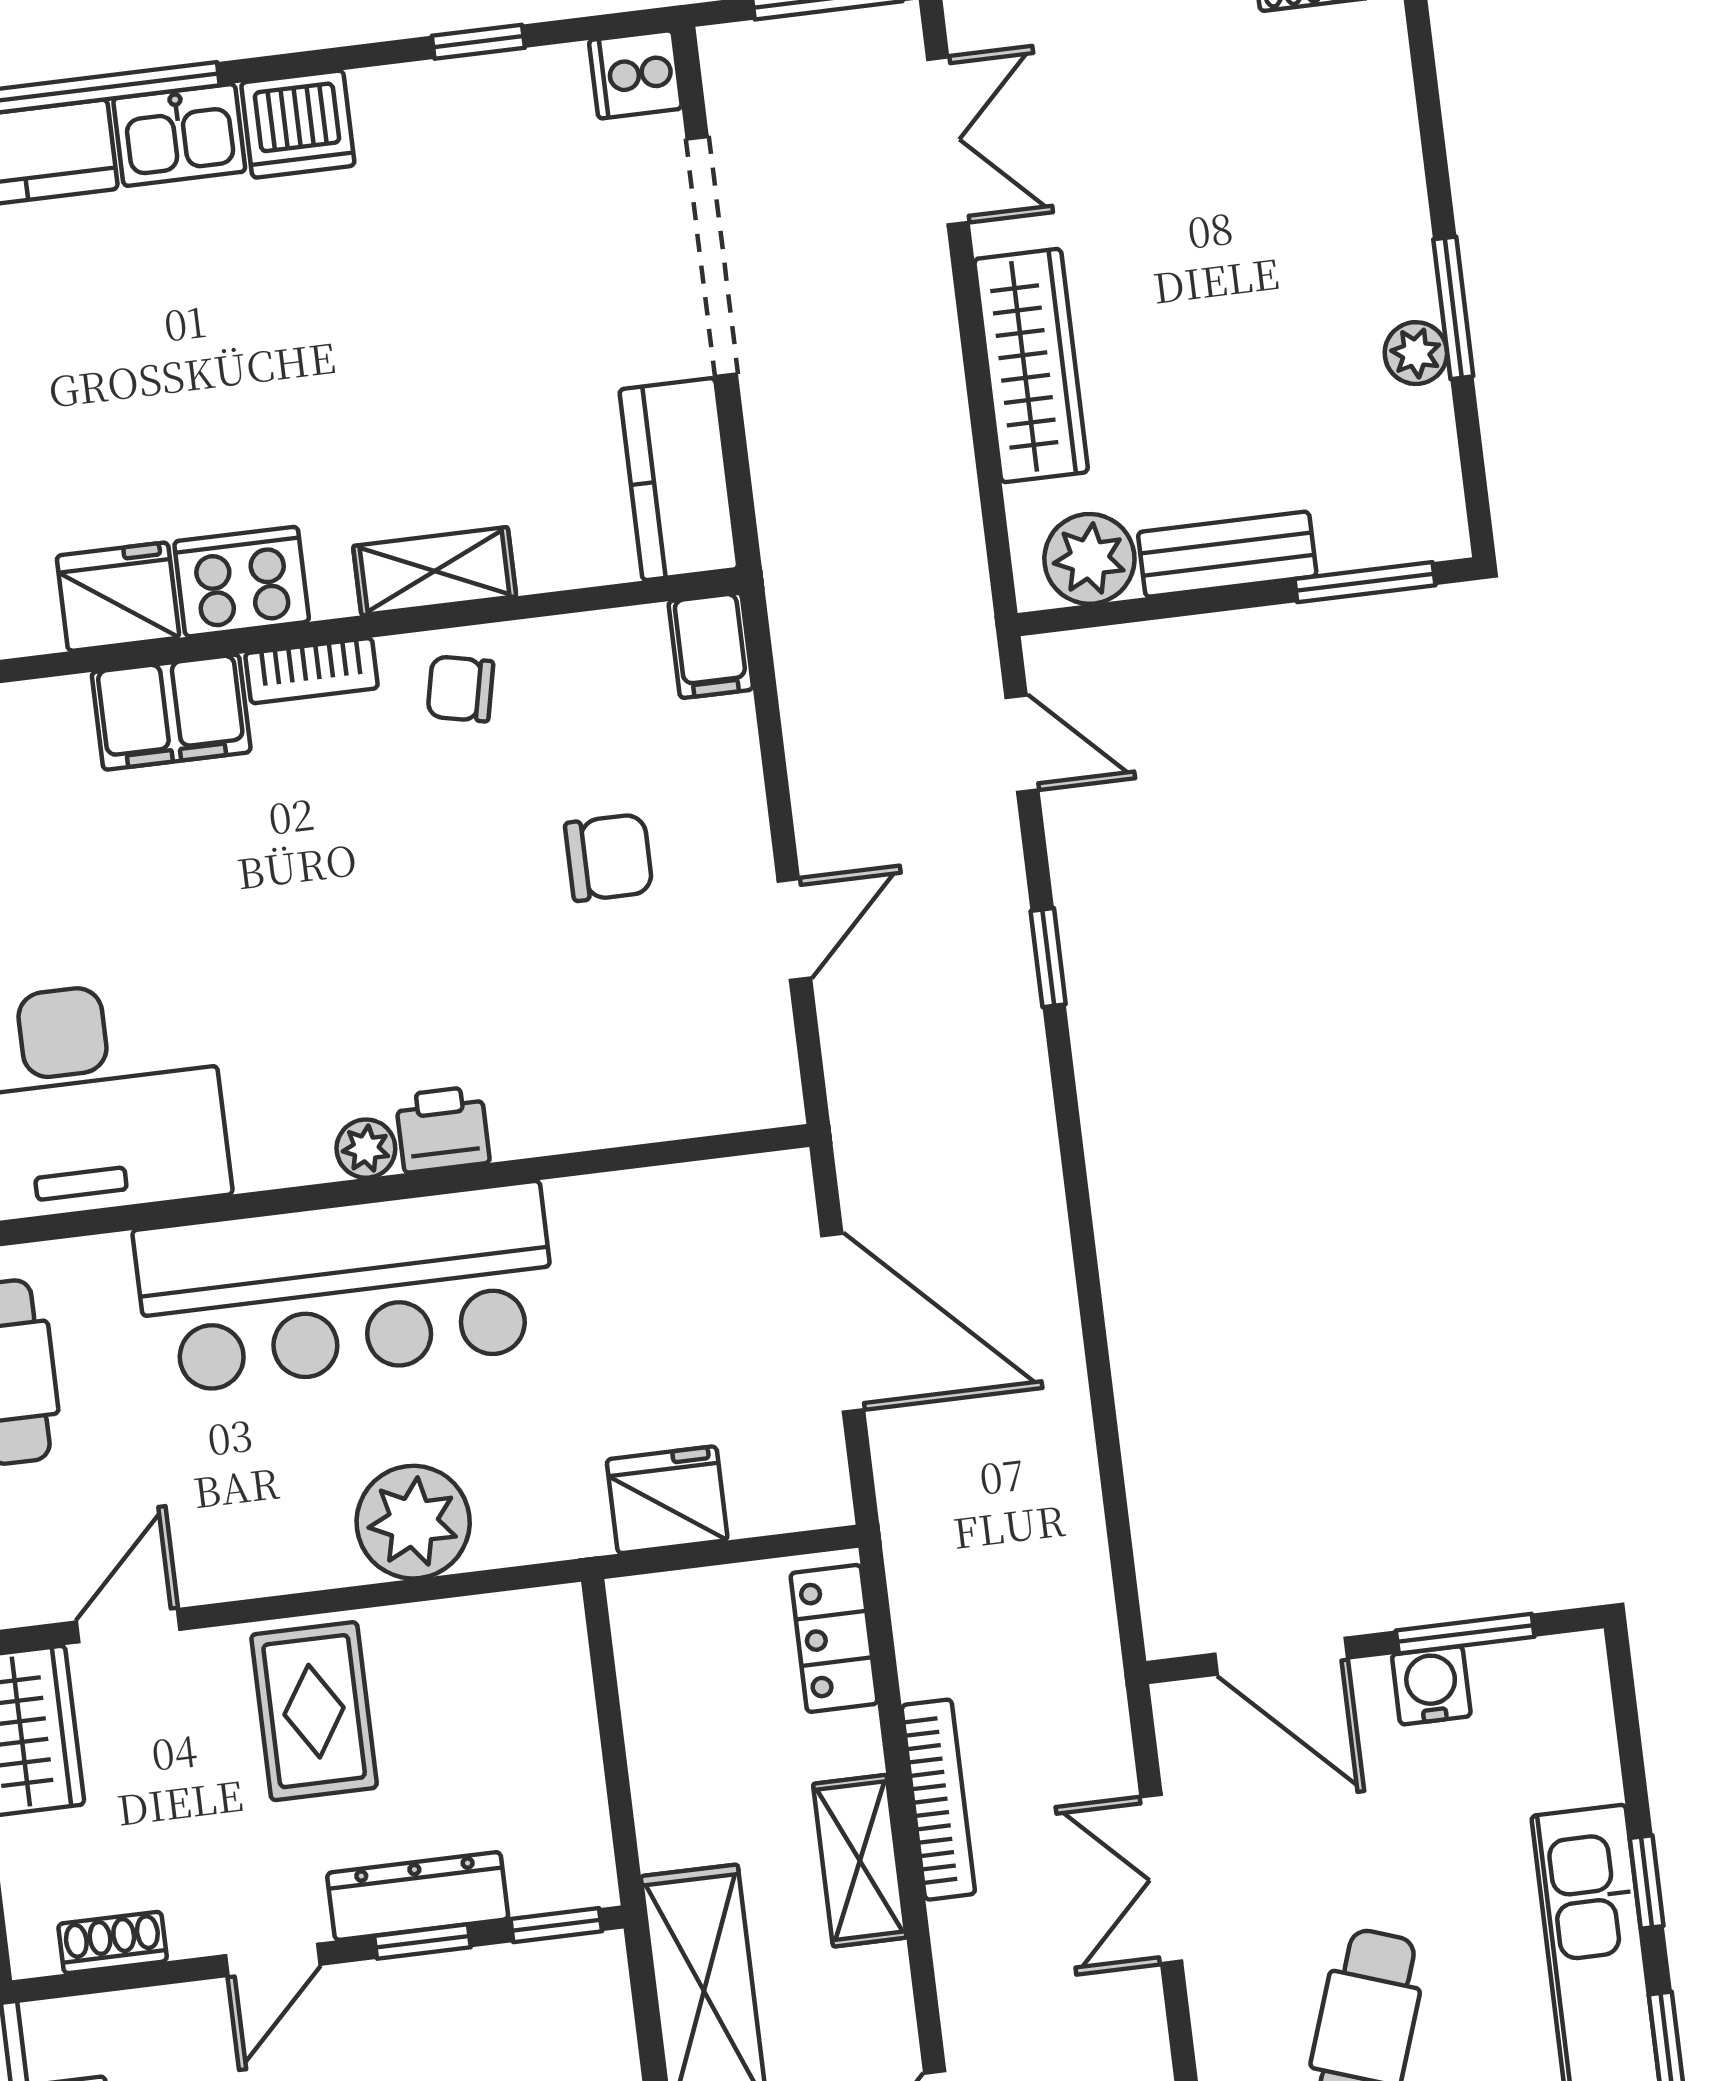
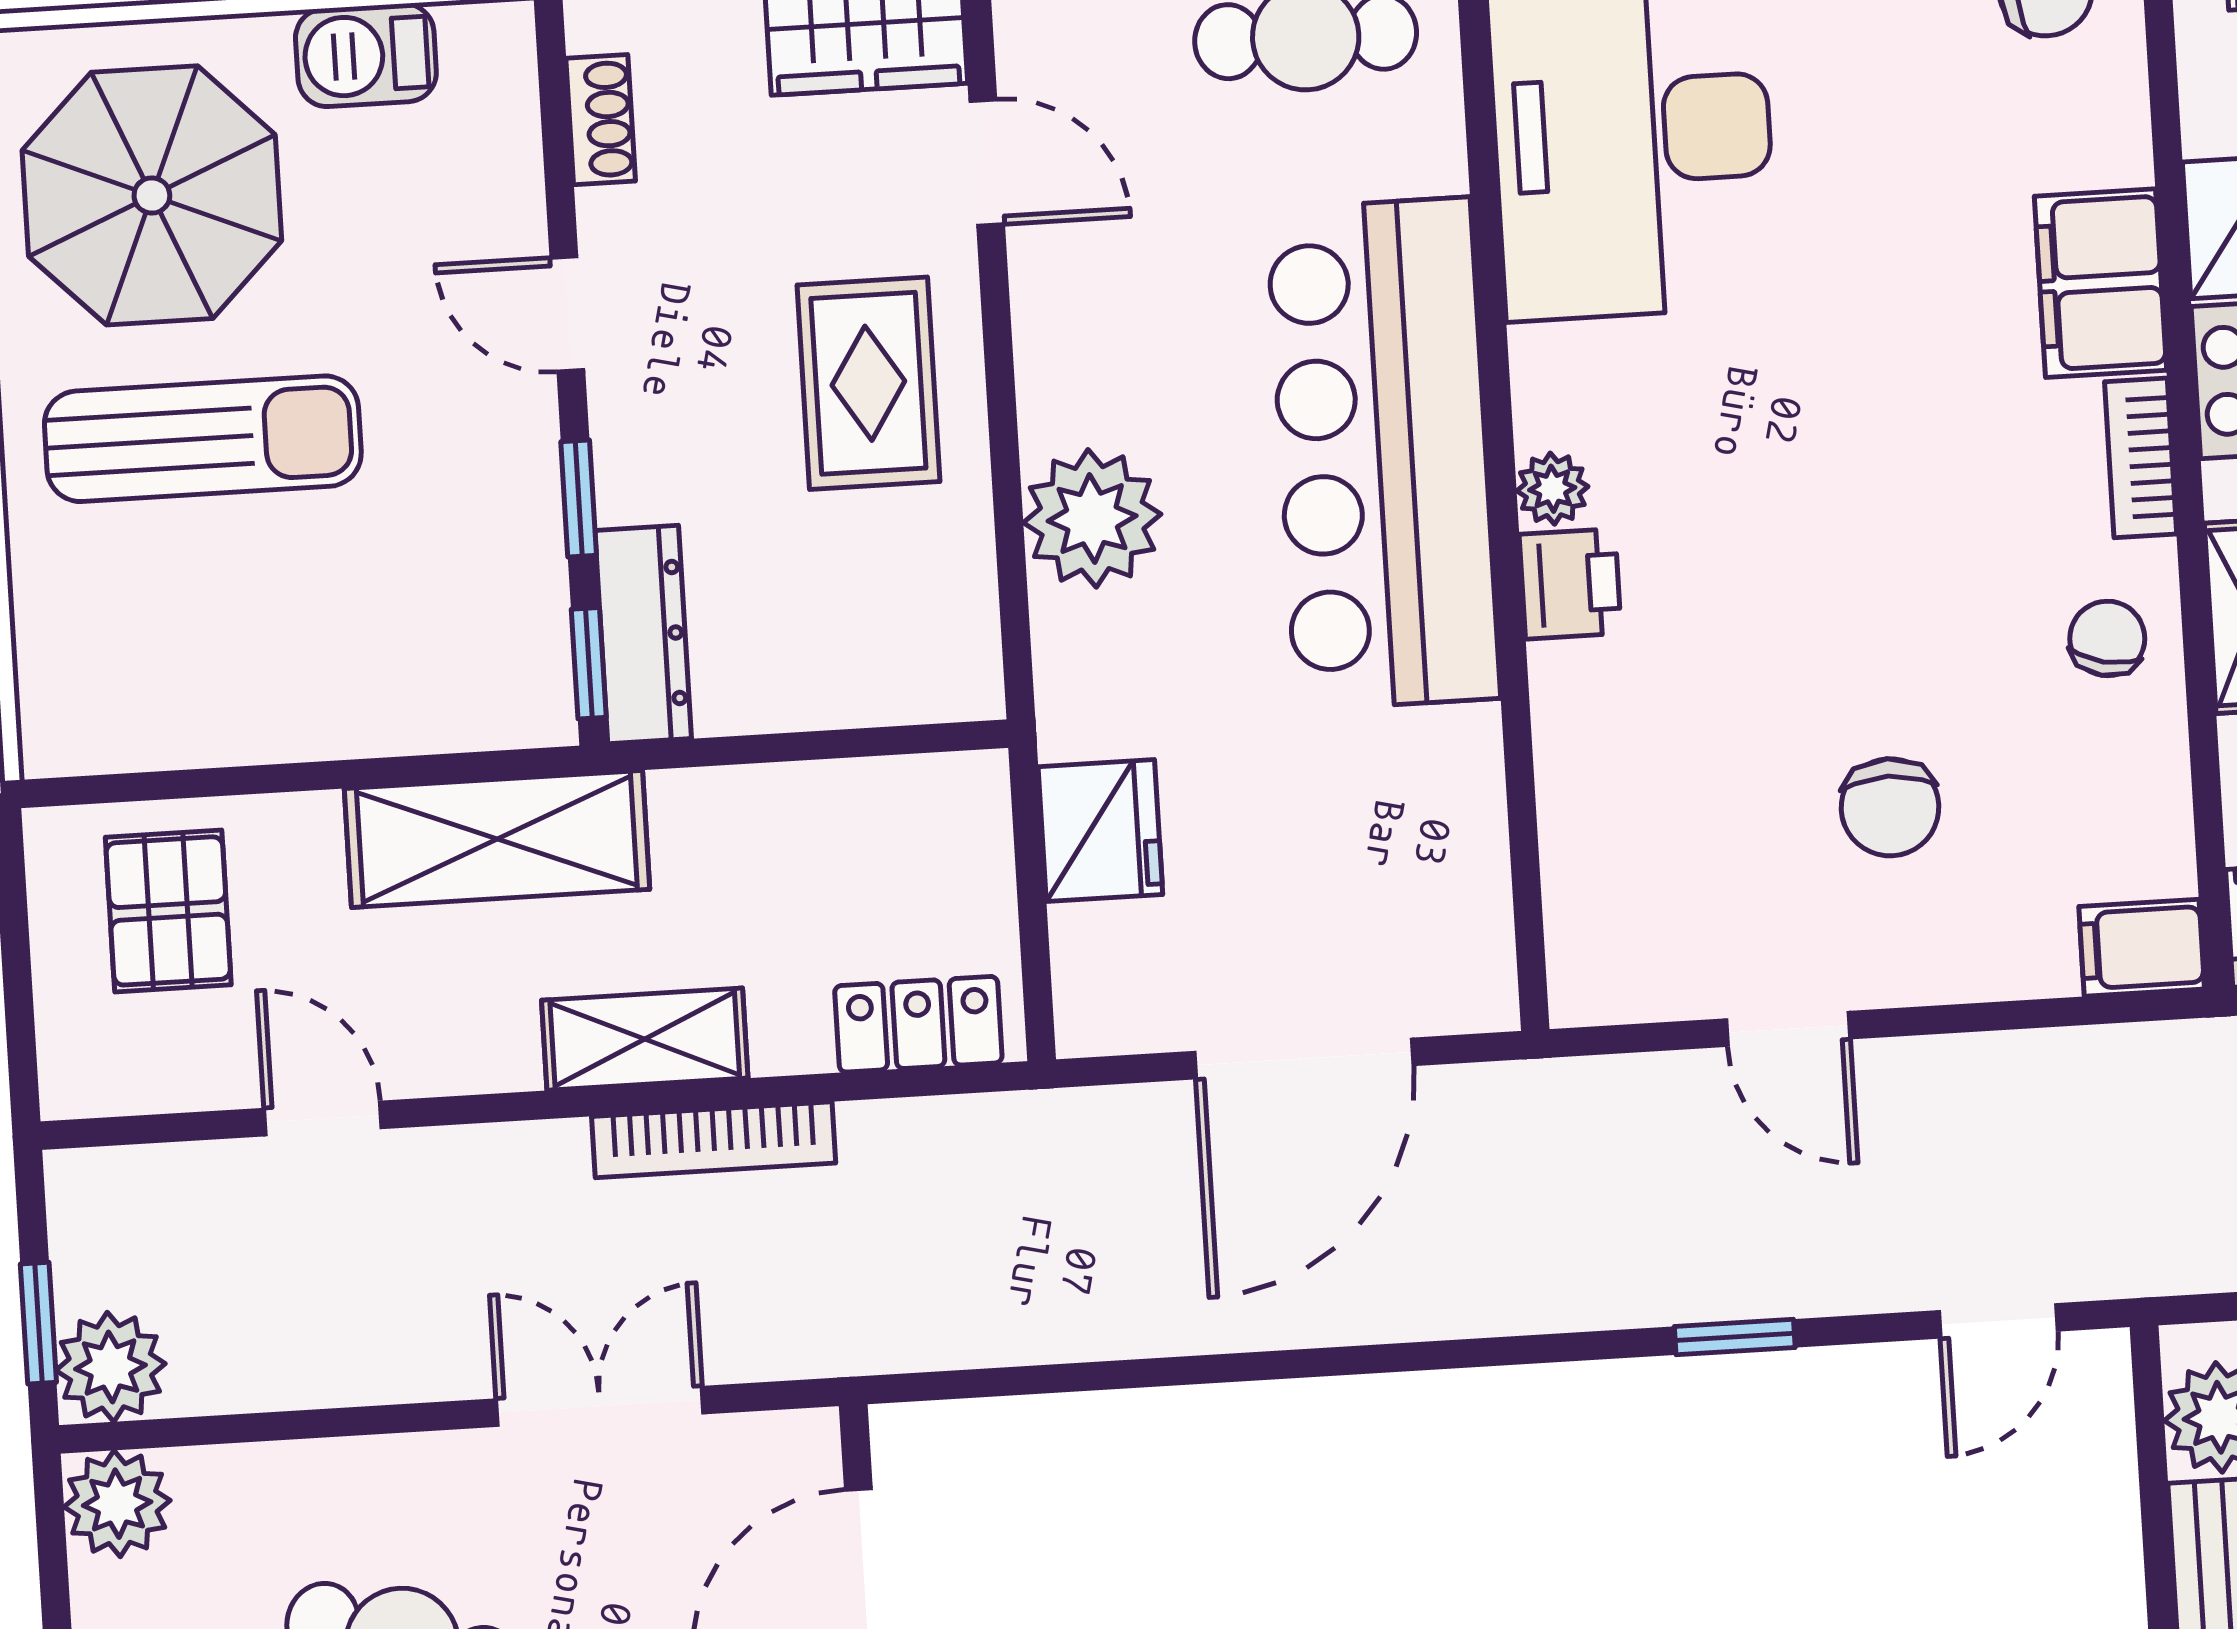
rug: (314, 1711) -> (868, 383), turned 90
dresser: (418, 1896) -> (643, 634), moved

